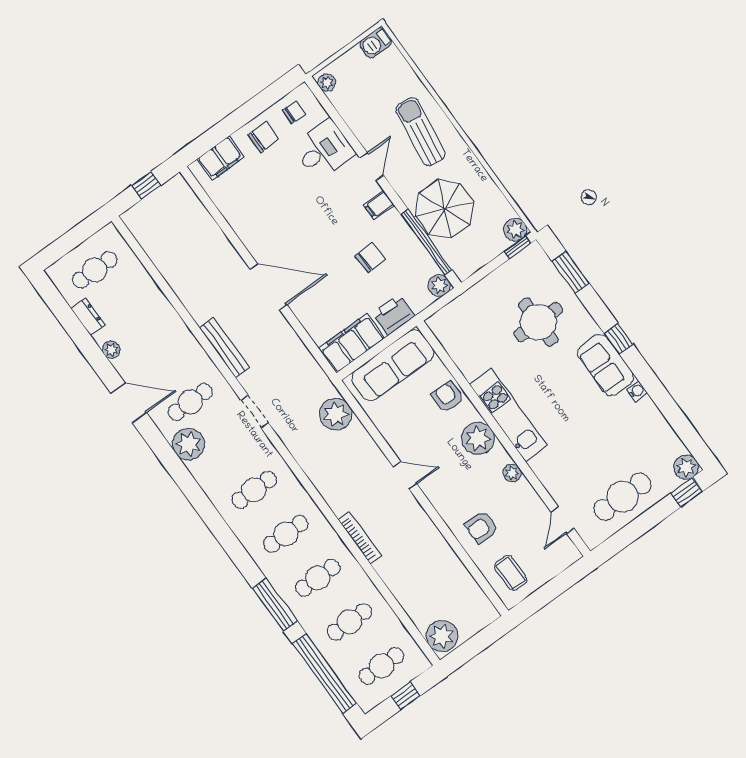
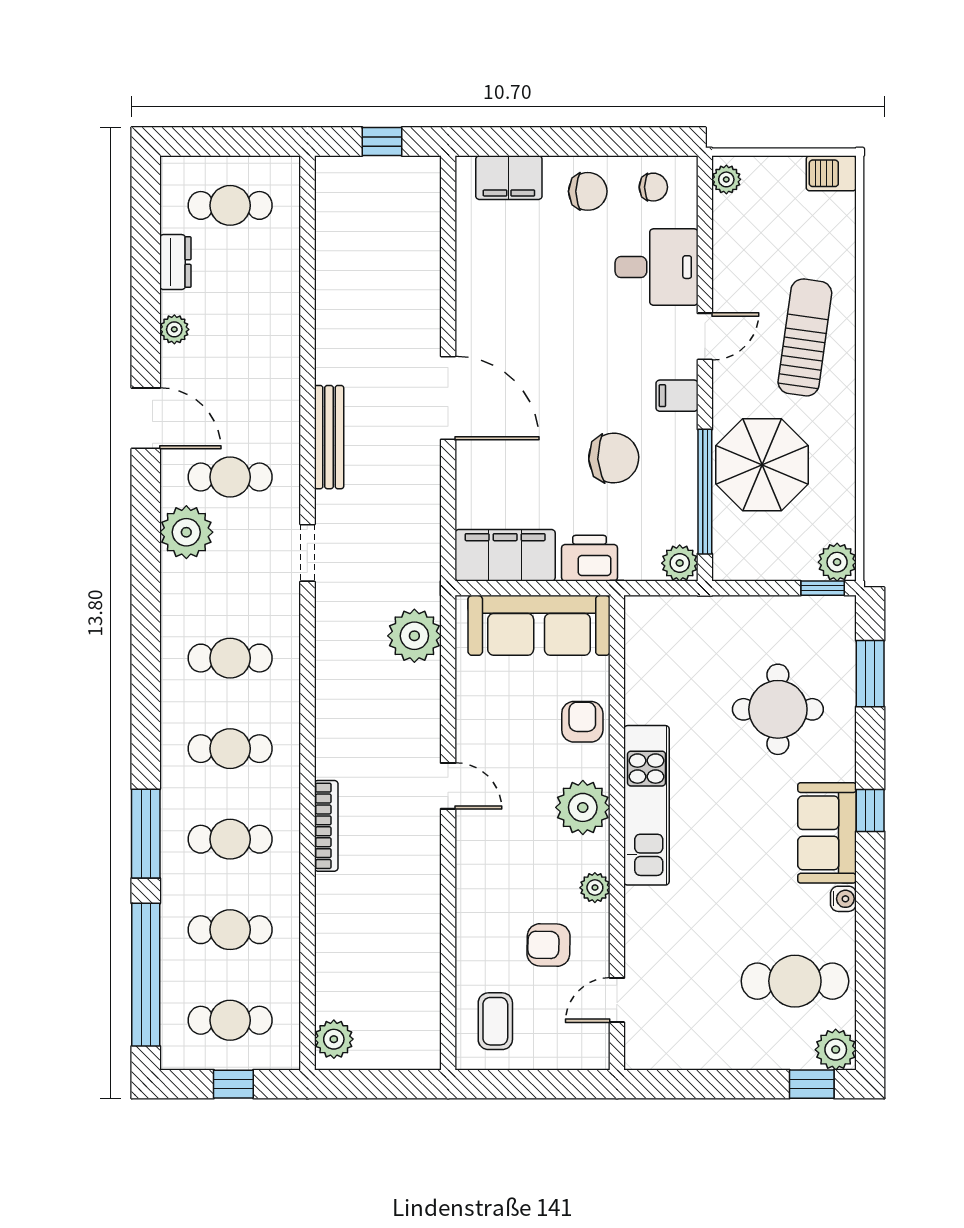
chair: (370, 258) -> (614, 458), width x1.37, depth x1.37
cafe table: (622, 497) -> (795, 981), moved
armchair: (482, 527) -> (548, 945), moved
plant: (442, 636) -> (334, 1039), width x0.73, depth x0.73

